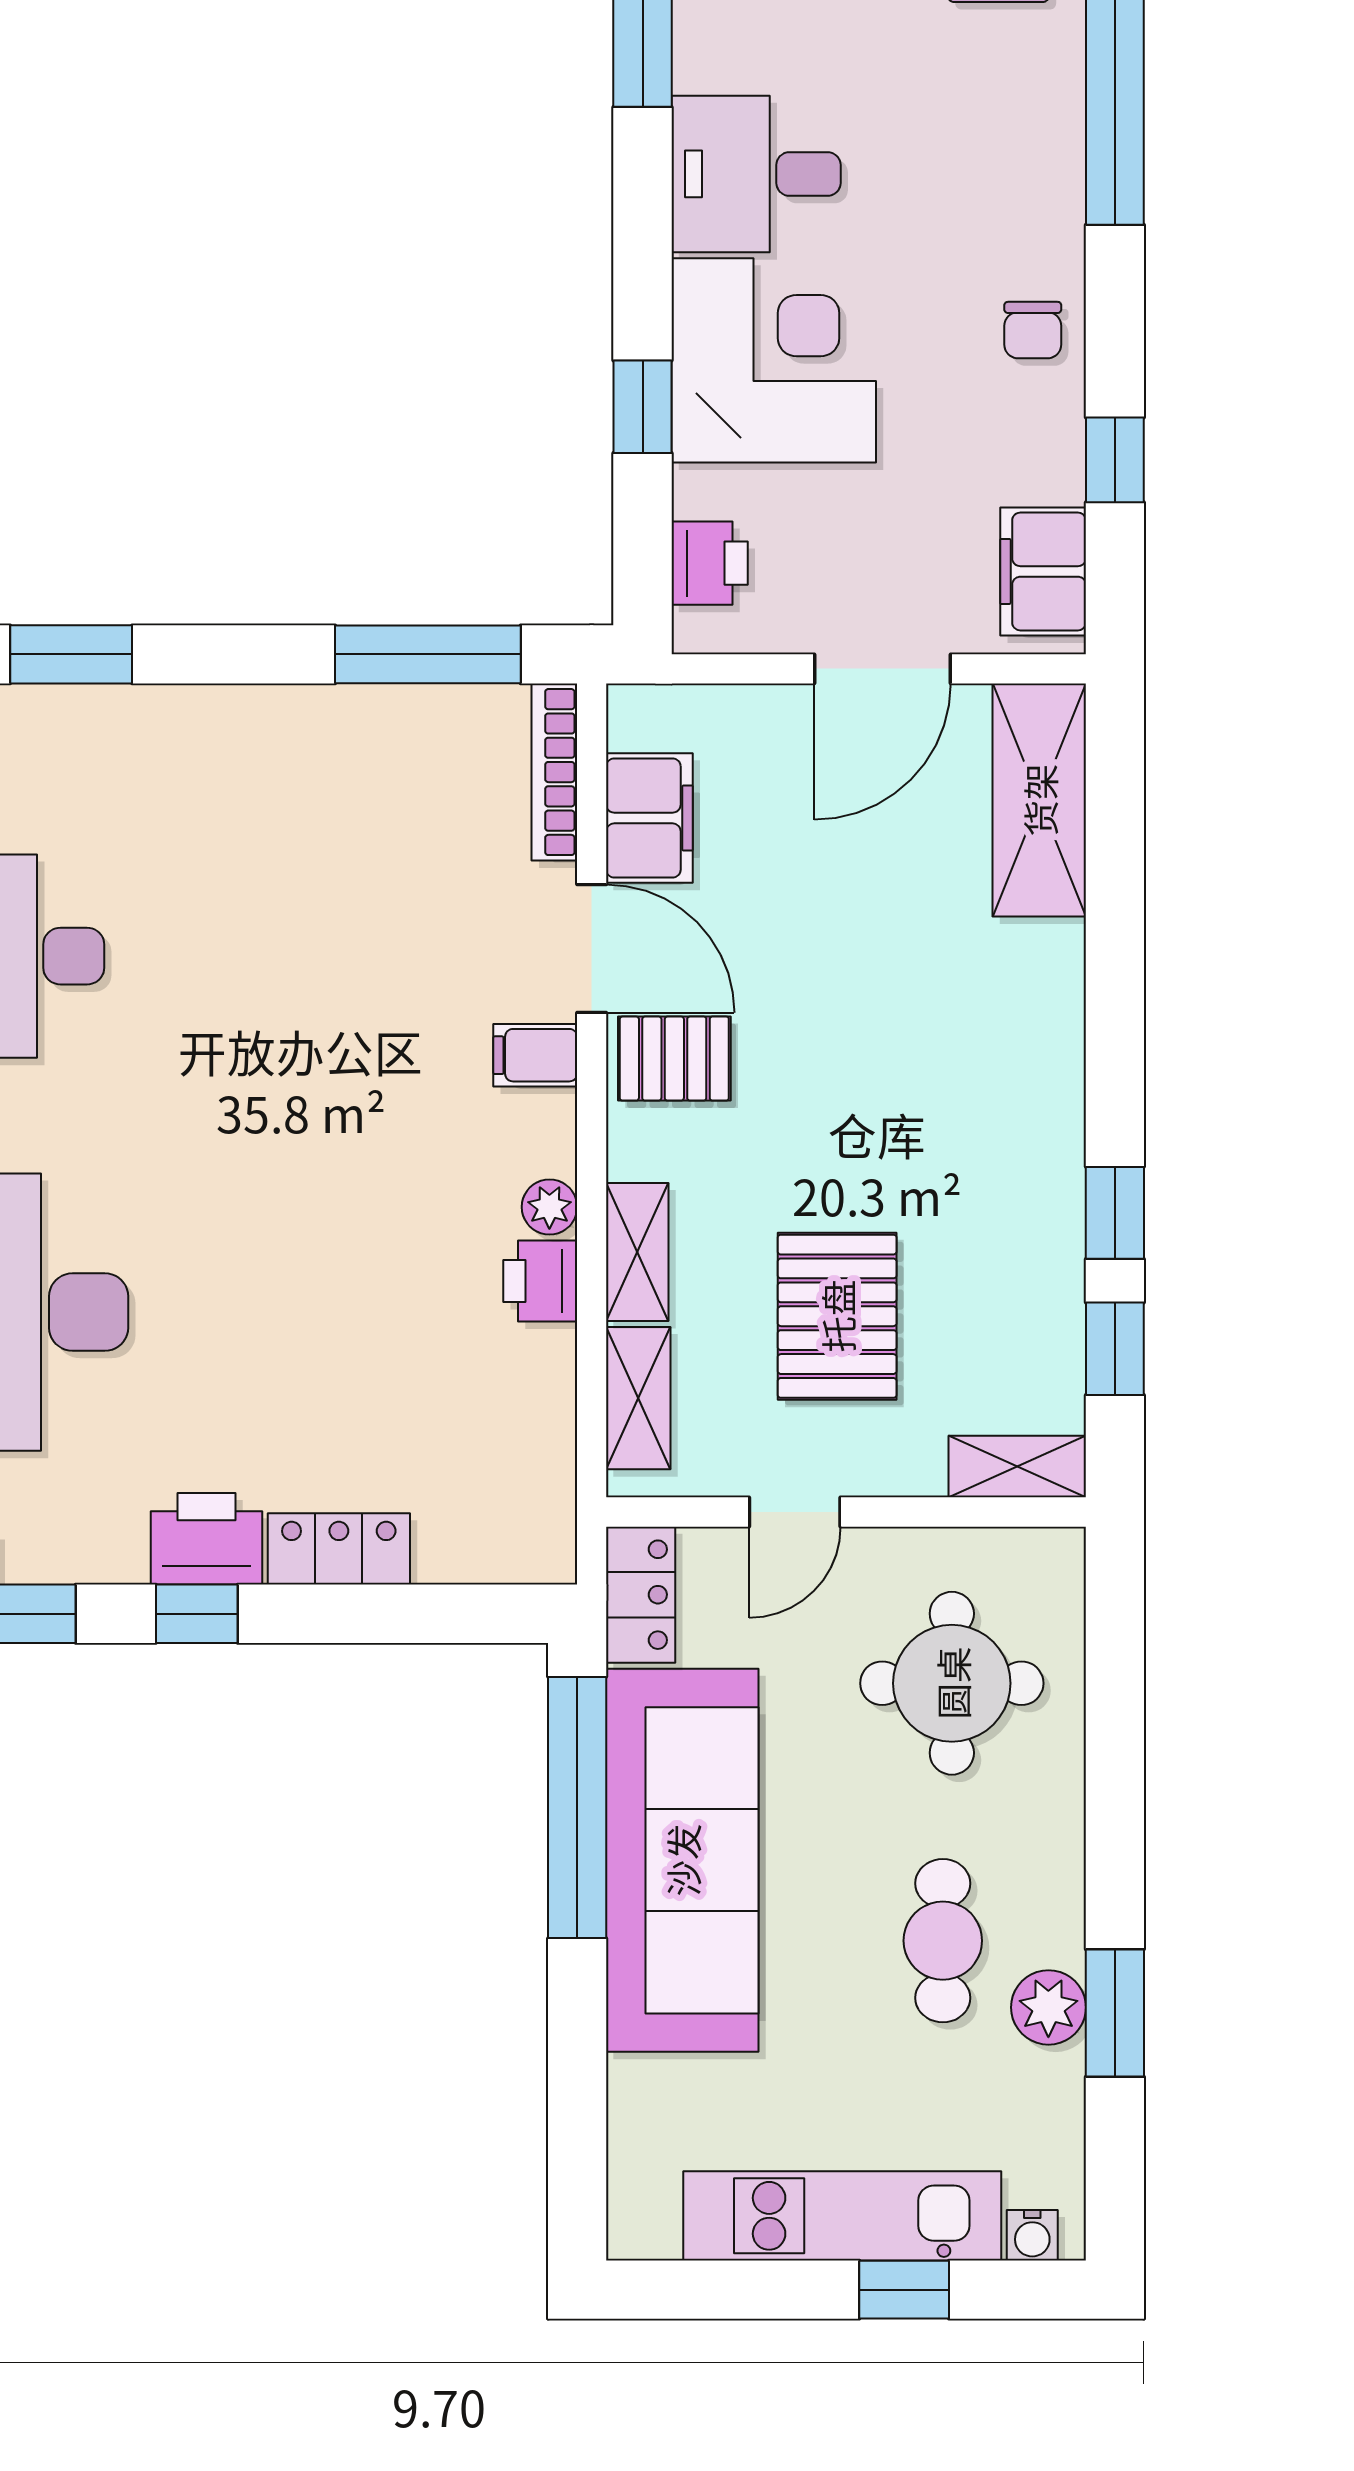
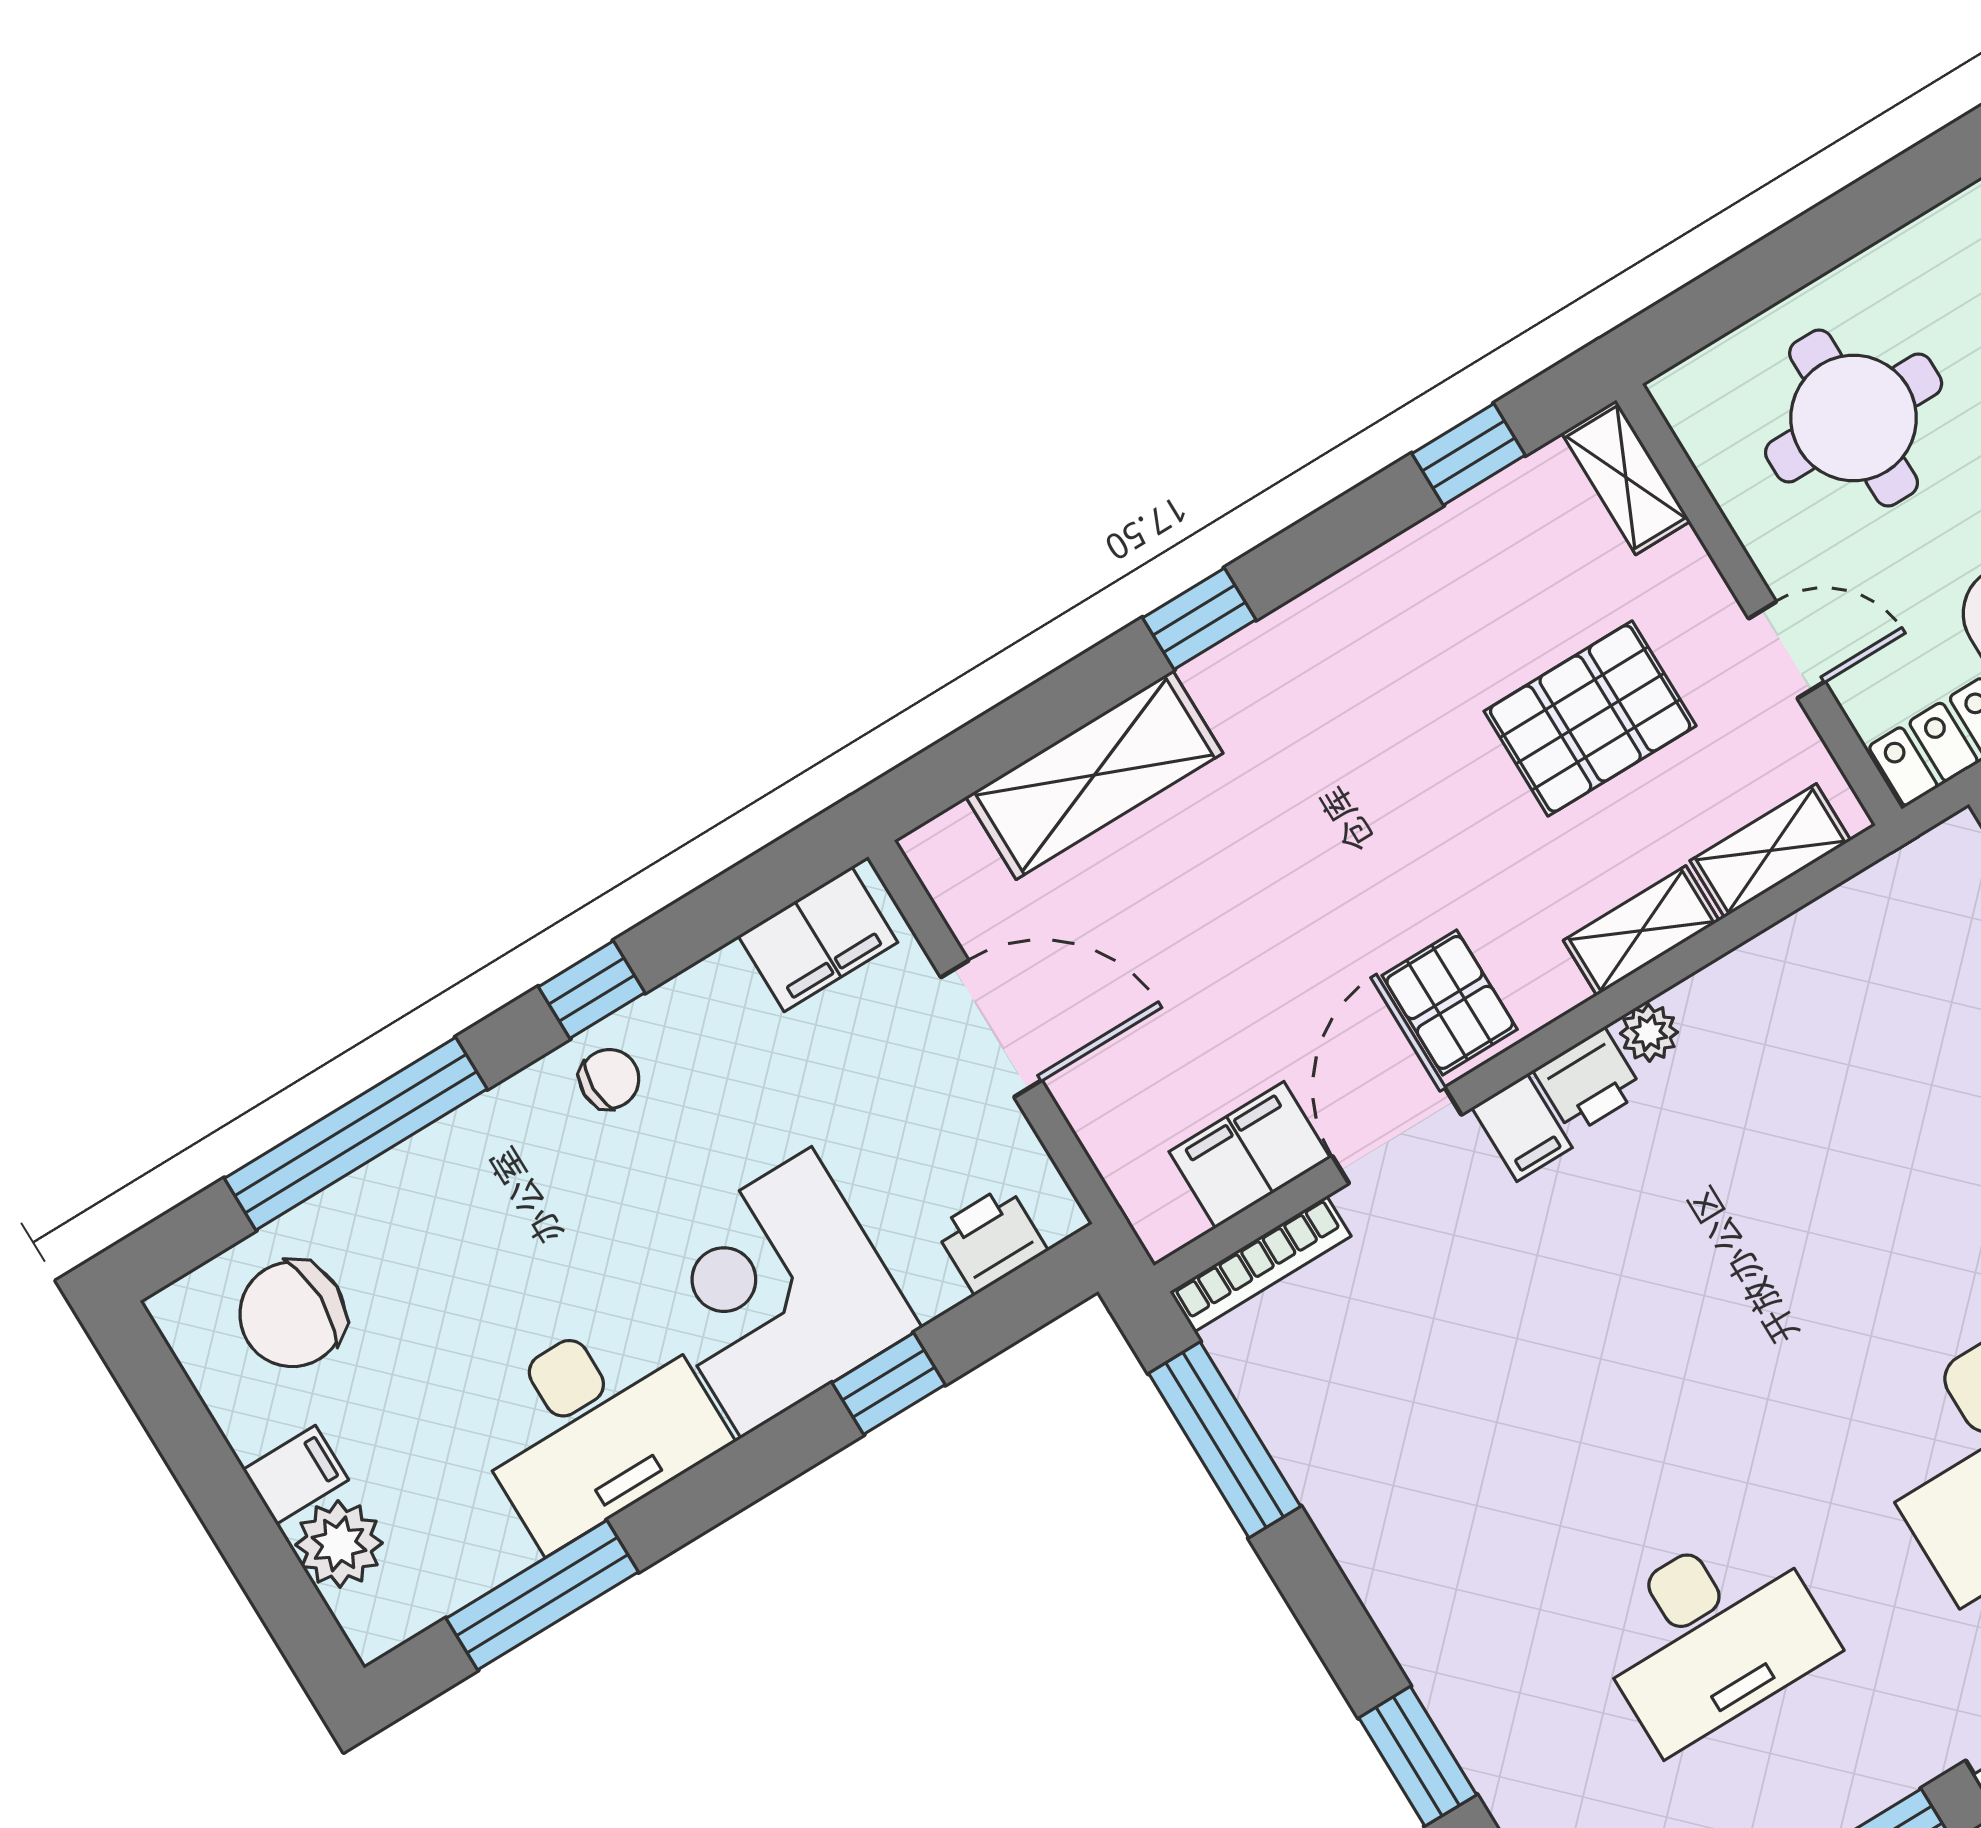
desk: (756, 174) -> (595, 1425), width x1.37
window: (1115, 460) -> (592, 990), moved
shelving: (1039, 800) -> (1094, 775), moved
window: (1115, 1213) -> (1199, 619), moved
printer: (540, 1281) -> (1588, 1081), moved

